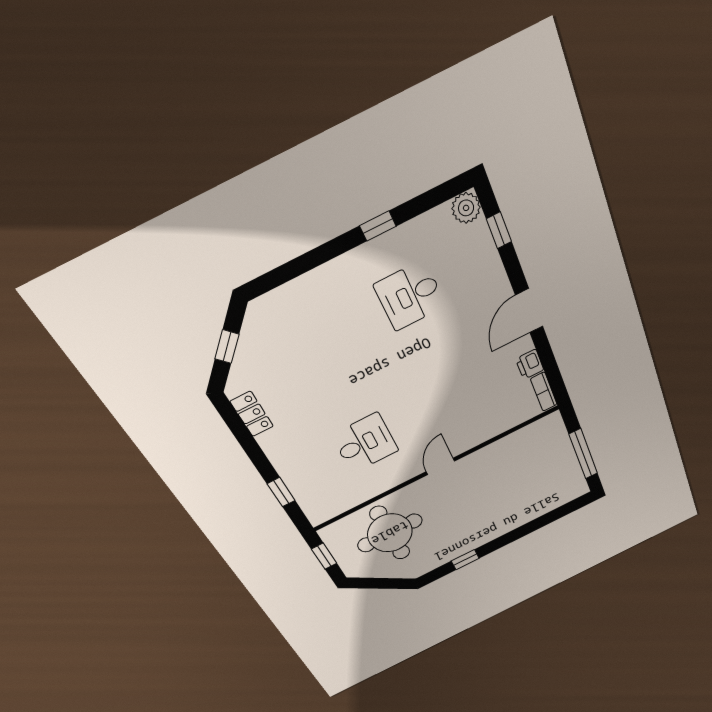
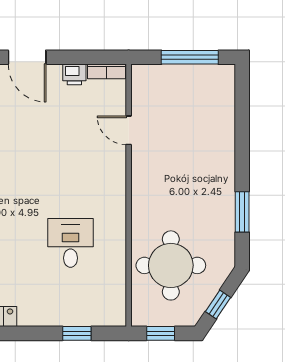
door: (440, 466) -> (129, 130), moved
window: (465, 560) -> (242, 212), width x1.50
window: (376, 583) -> (218, 304), added

